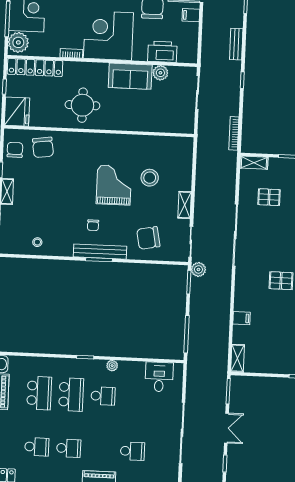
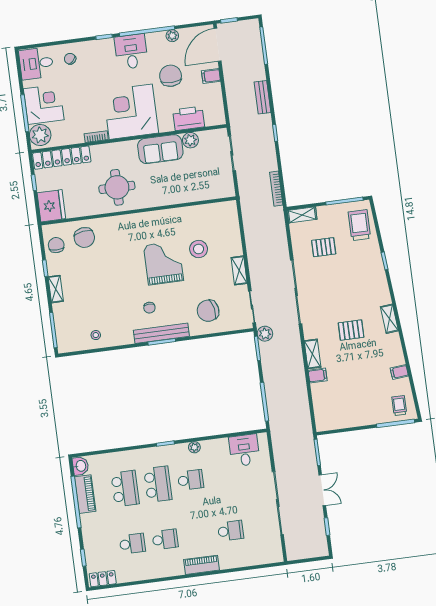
shelving: (238, 358) -> (313, 354), moved

